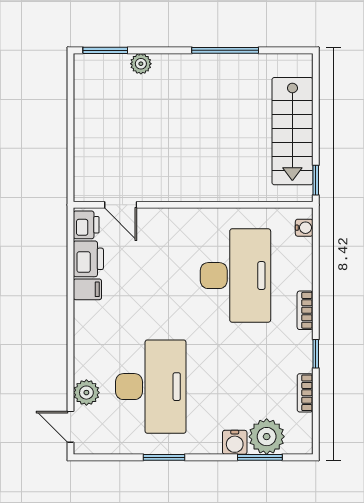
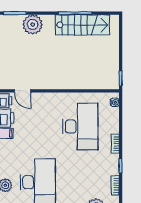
plant: (141, 64) -> (33, 24), width x1.88, depth x1.88
stairs: (292, 131) -> (83, 25), moved, turned -90

